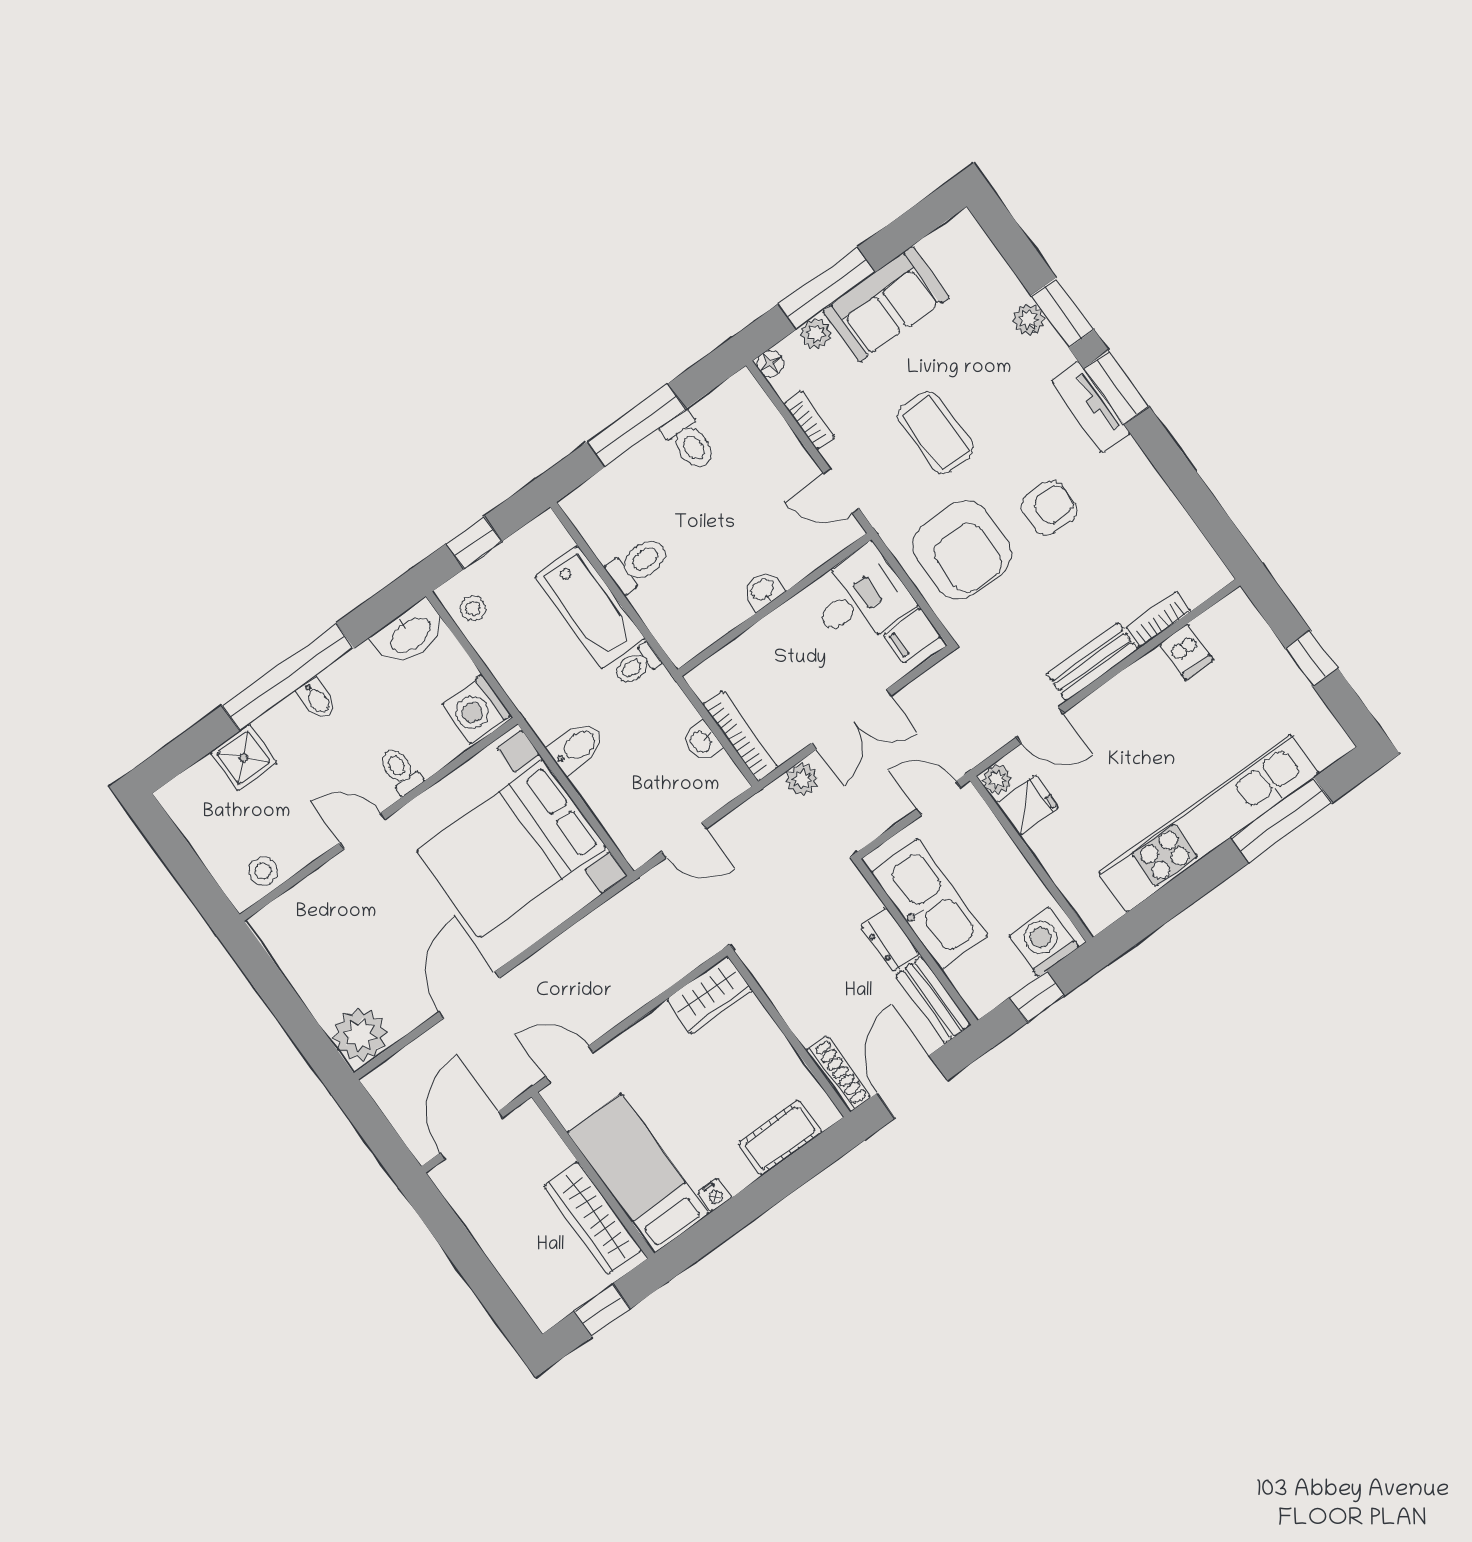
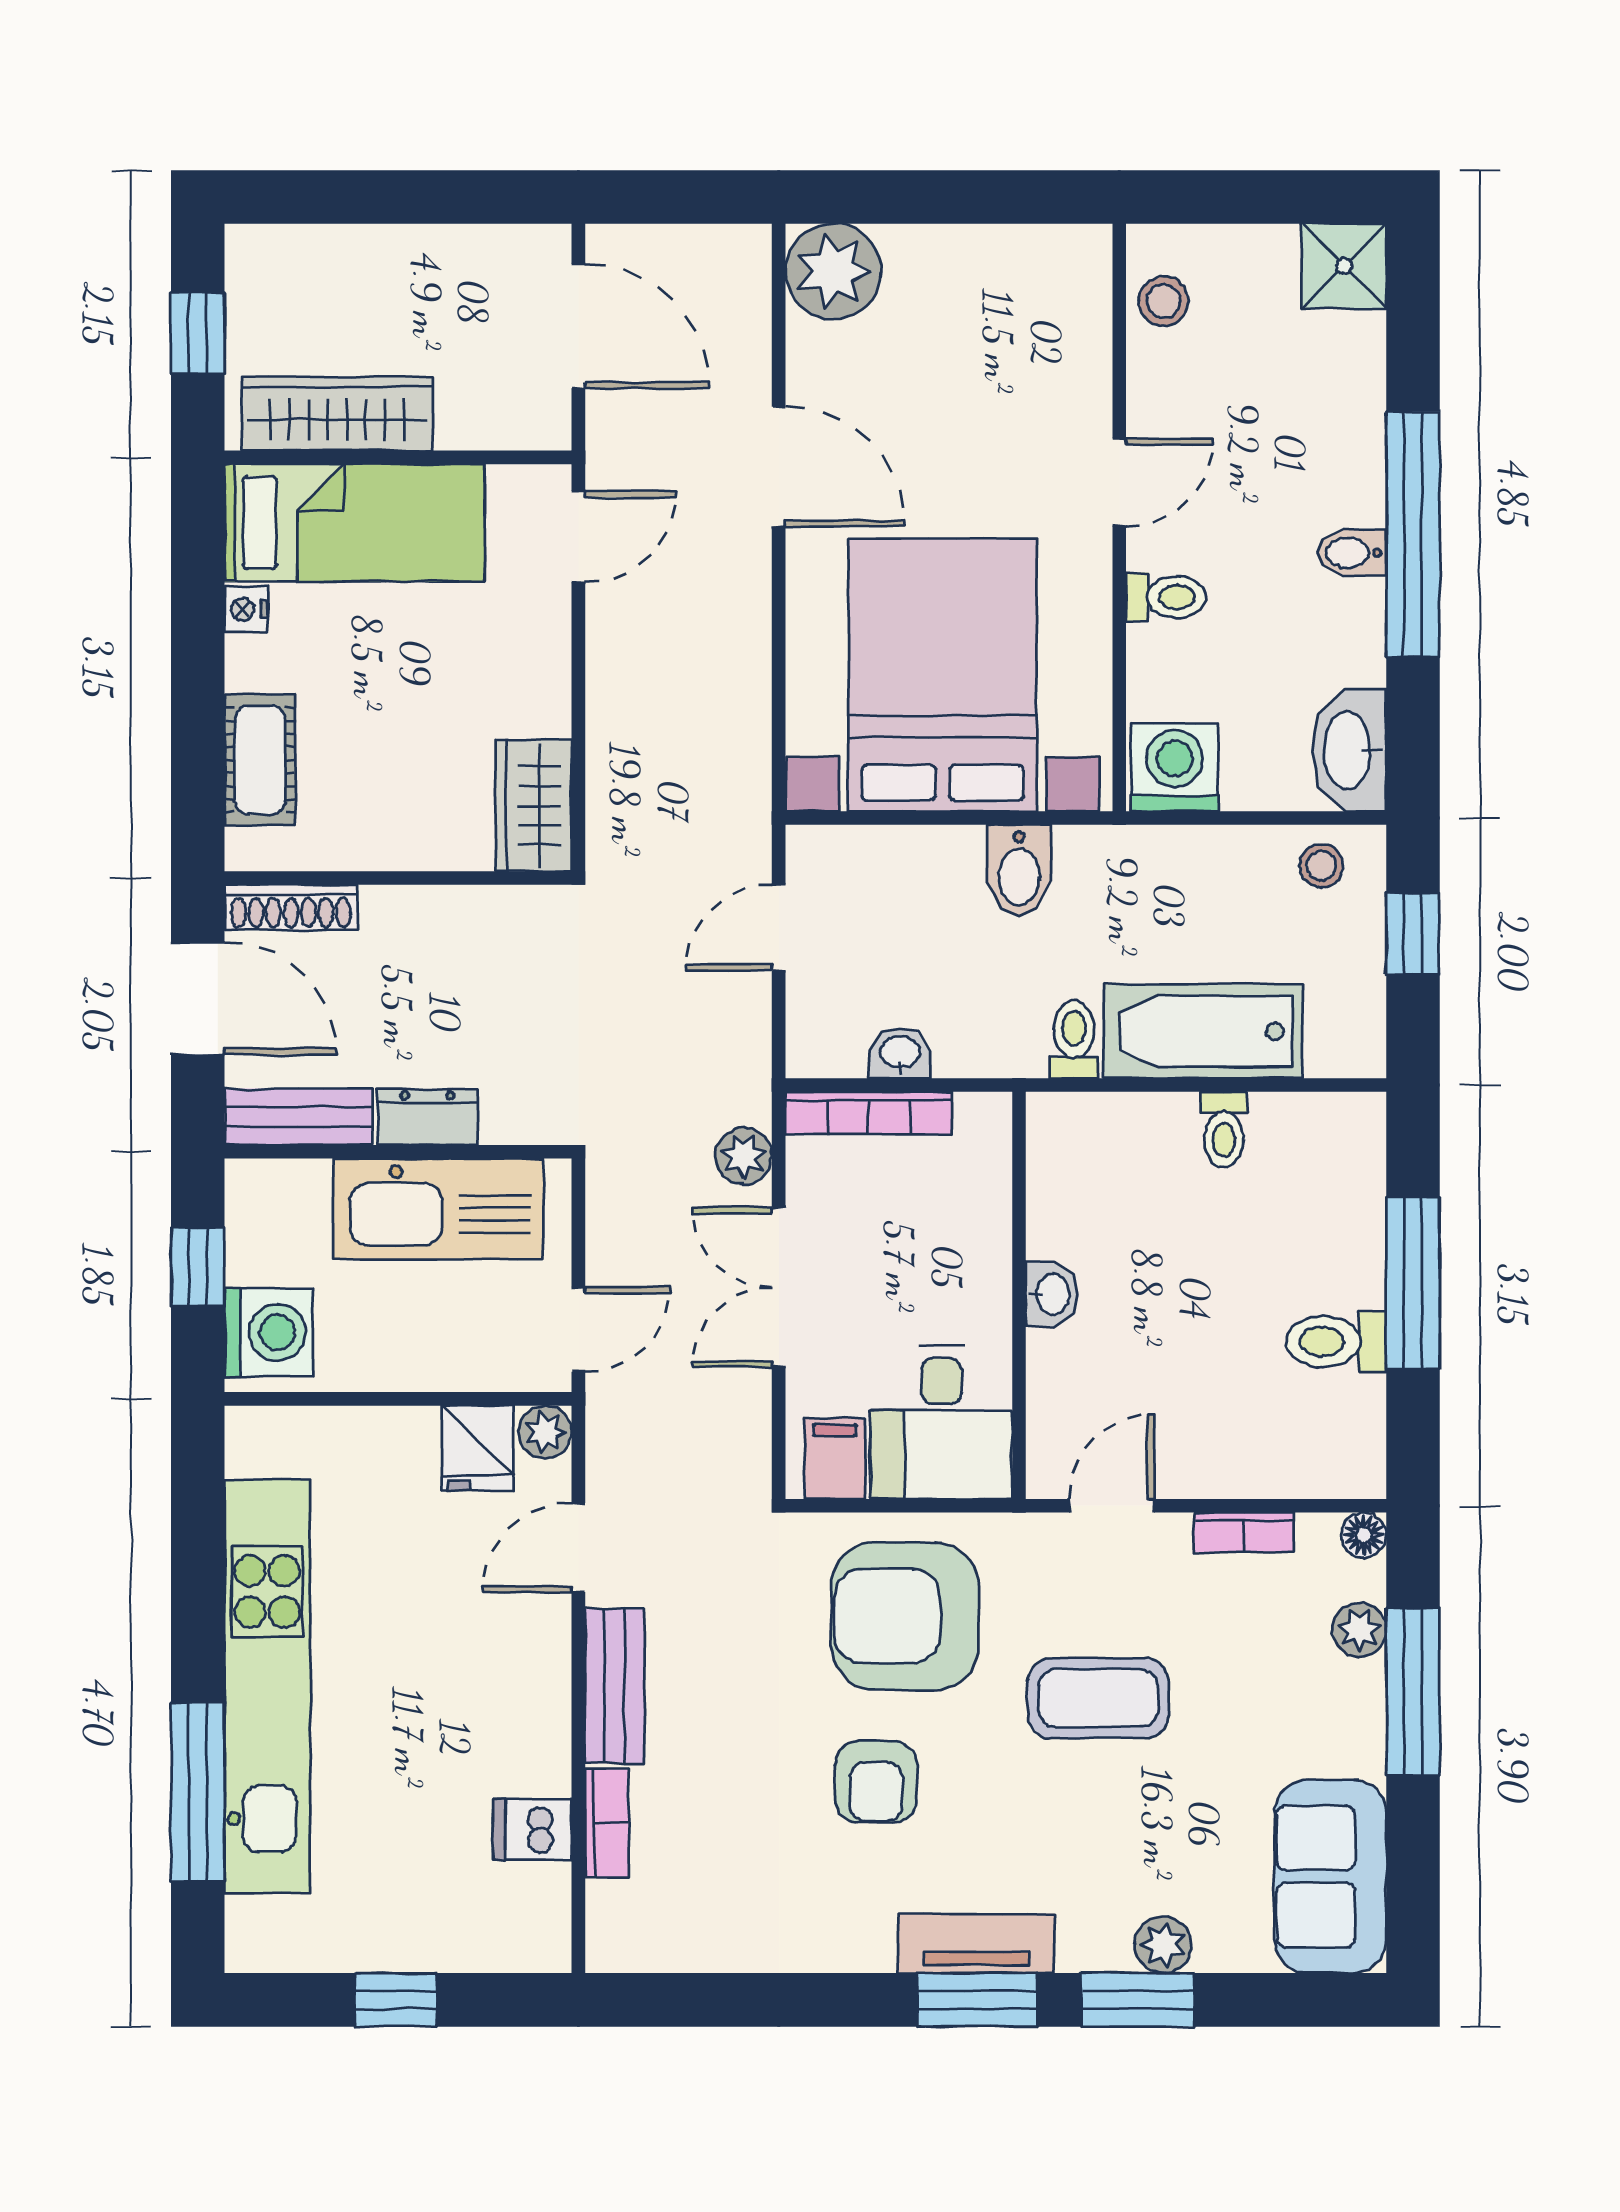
sofa: (886, 304) -> (1330, 1876), moved
toilet: (638, 564) -> (1224, 1129), width x0.73, depth x0.72
shower: (243, 758) -> (1344, 266), moved

